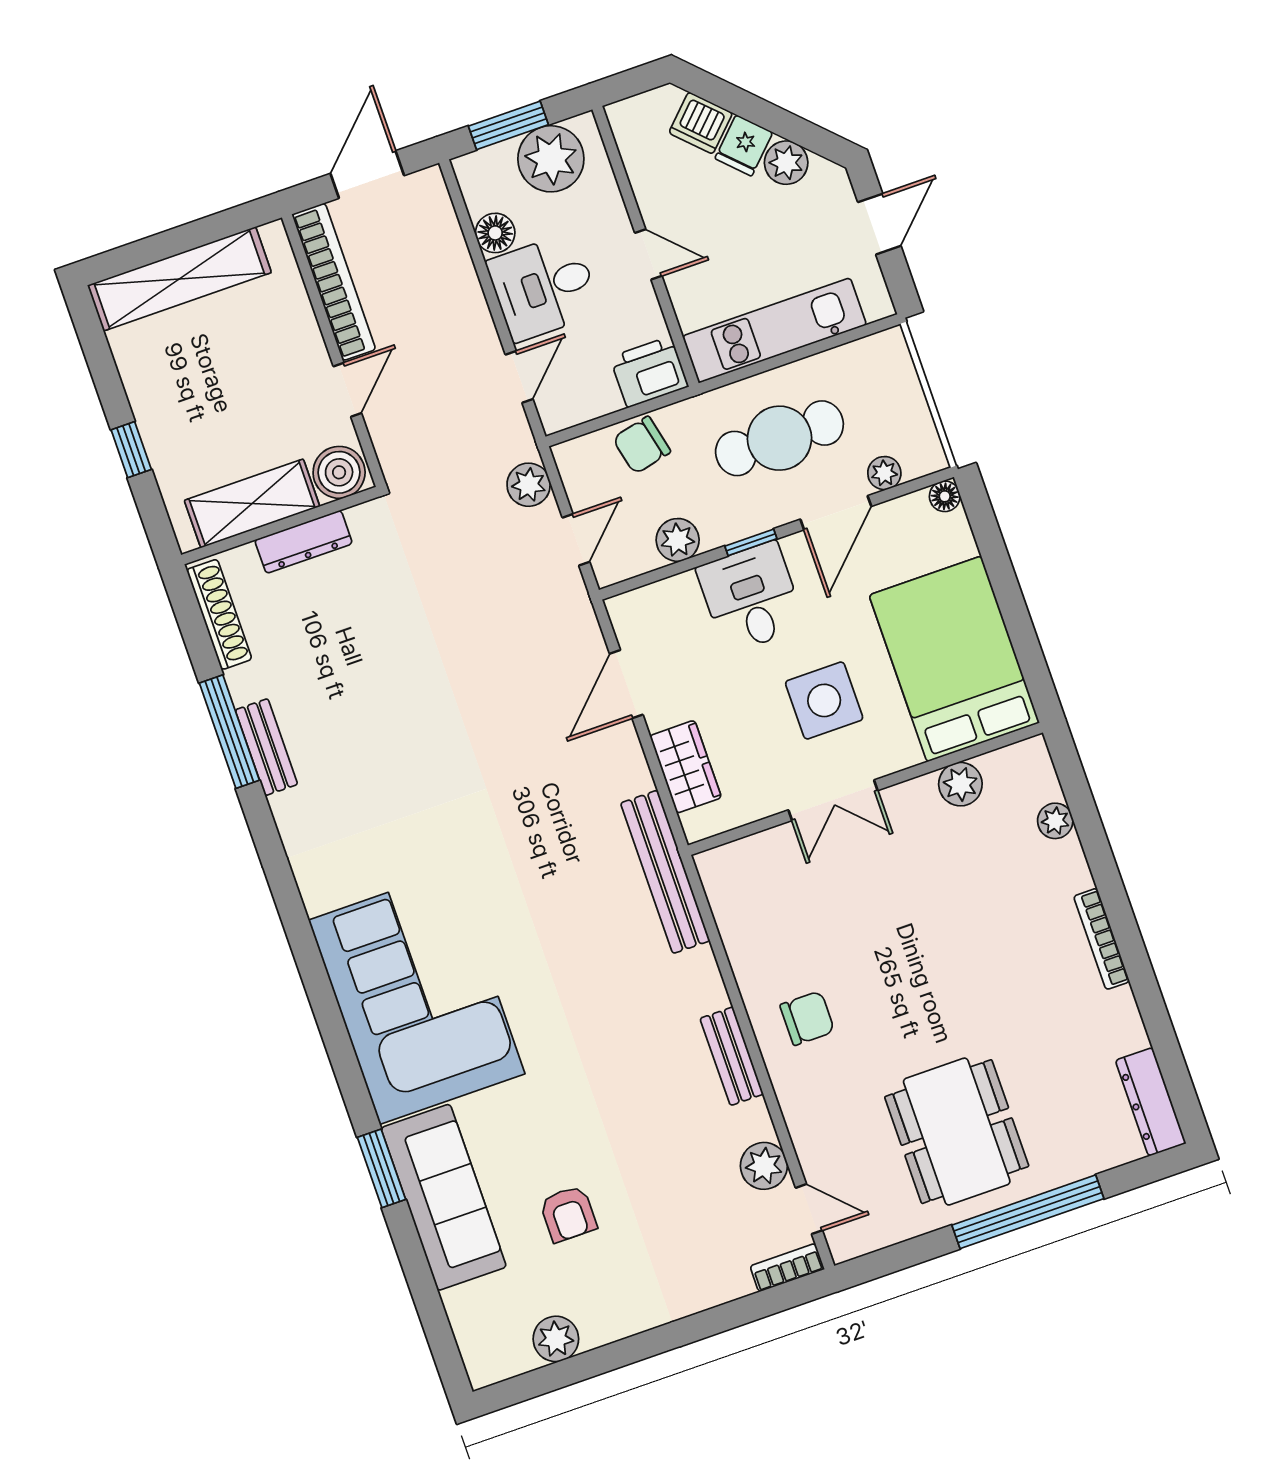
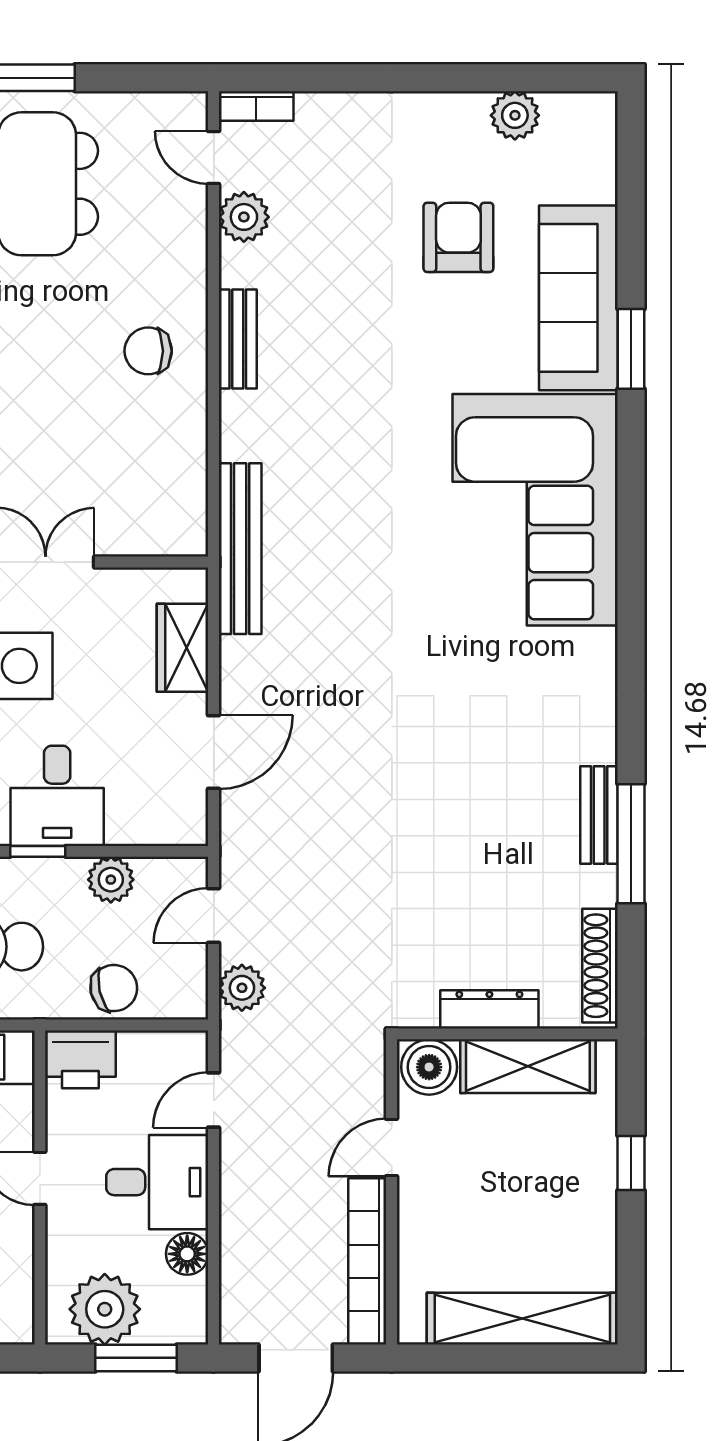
armchair: (568, 1214) -> (458, 237), width x1.38, depth x1.38

